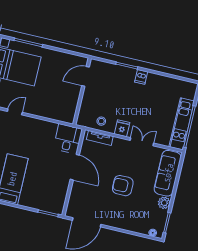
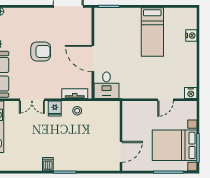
door: (86, 76) -> (121, 152), moved
wall: (82, 91) -> (121, 136), moved

